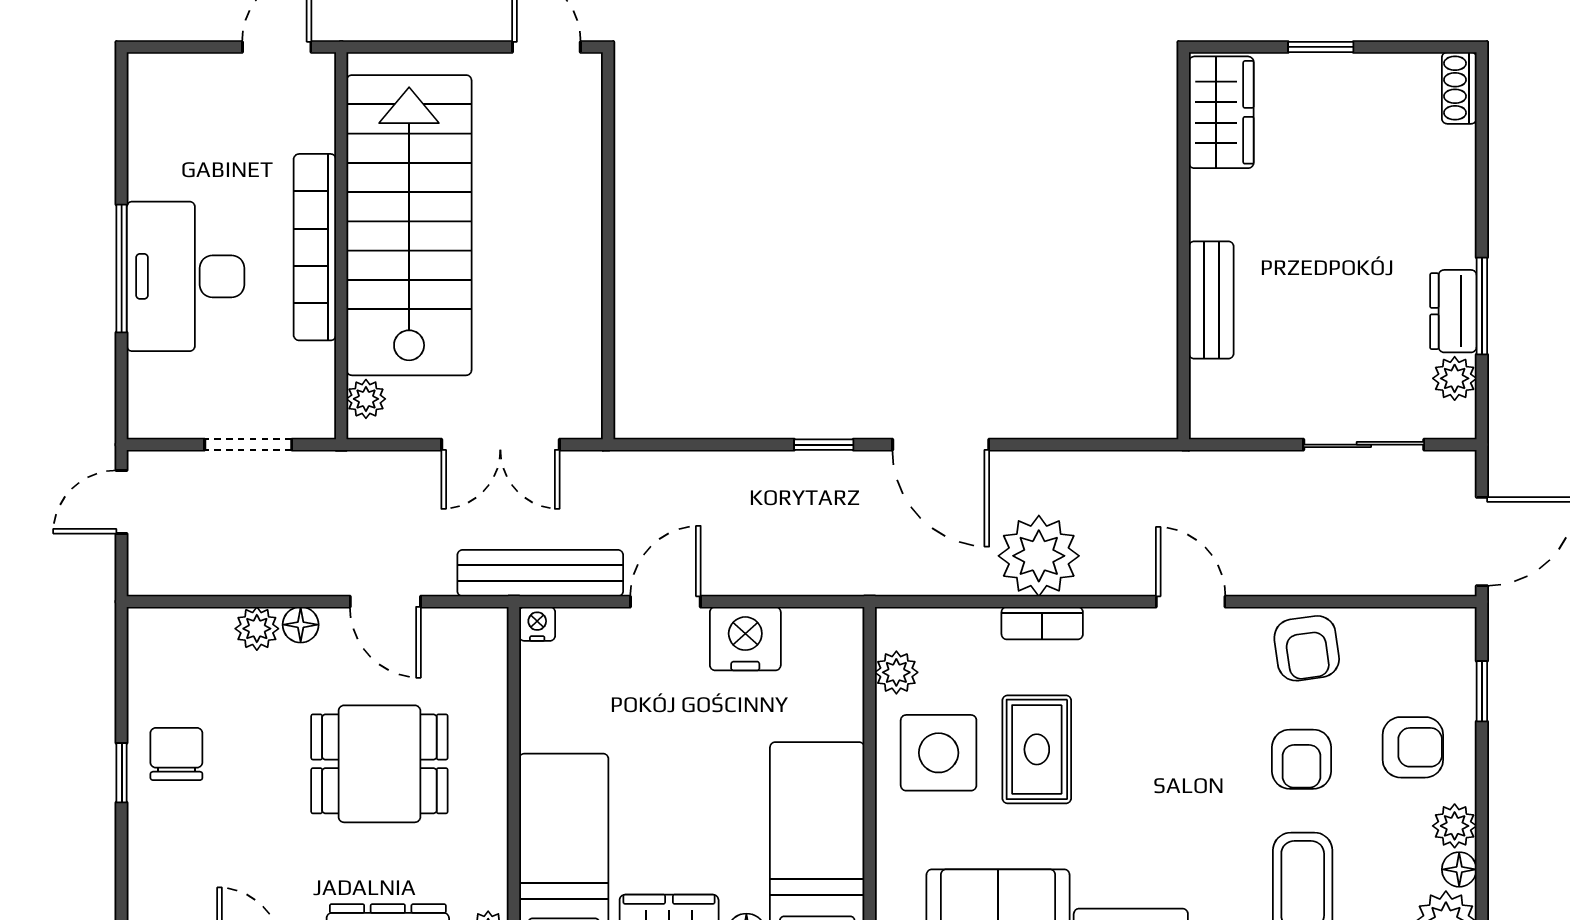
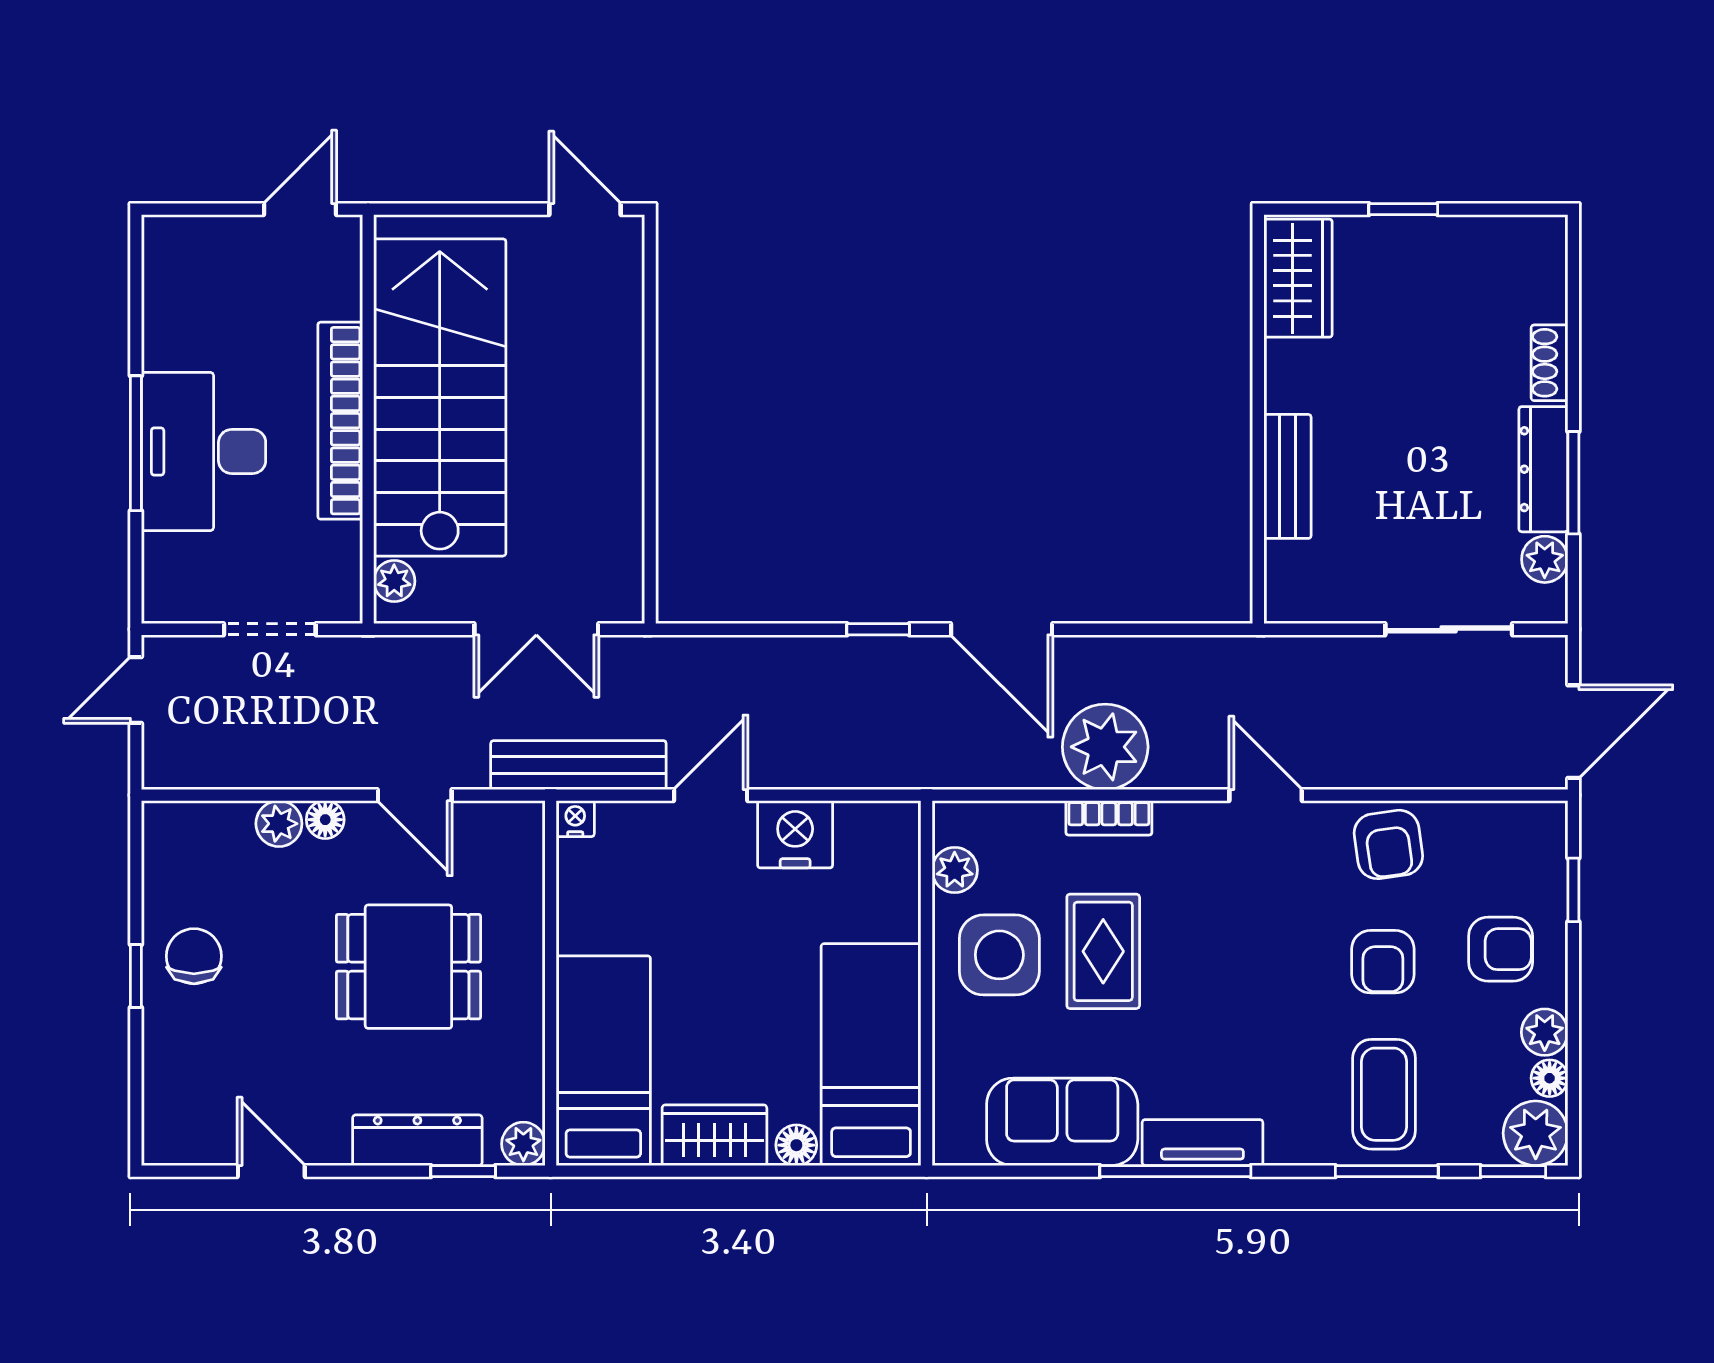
shoe rack: (1459, 88) -> (1549, 363), moved
dresser: (1453, 311) -> (1543, 469), width x1.44

